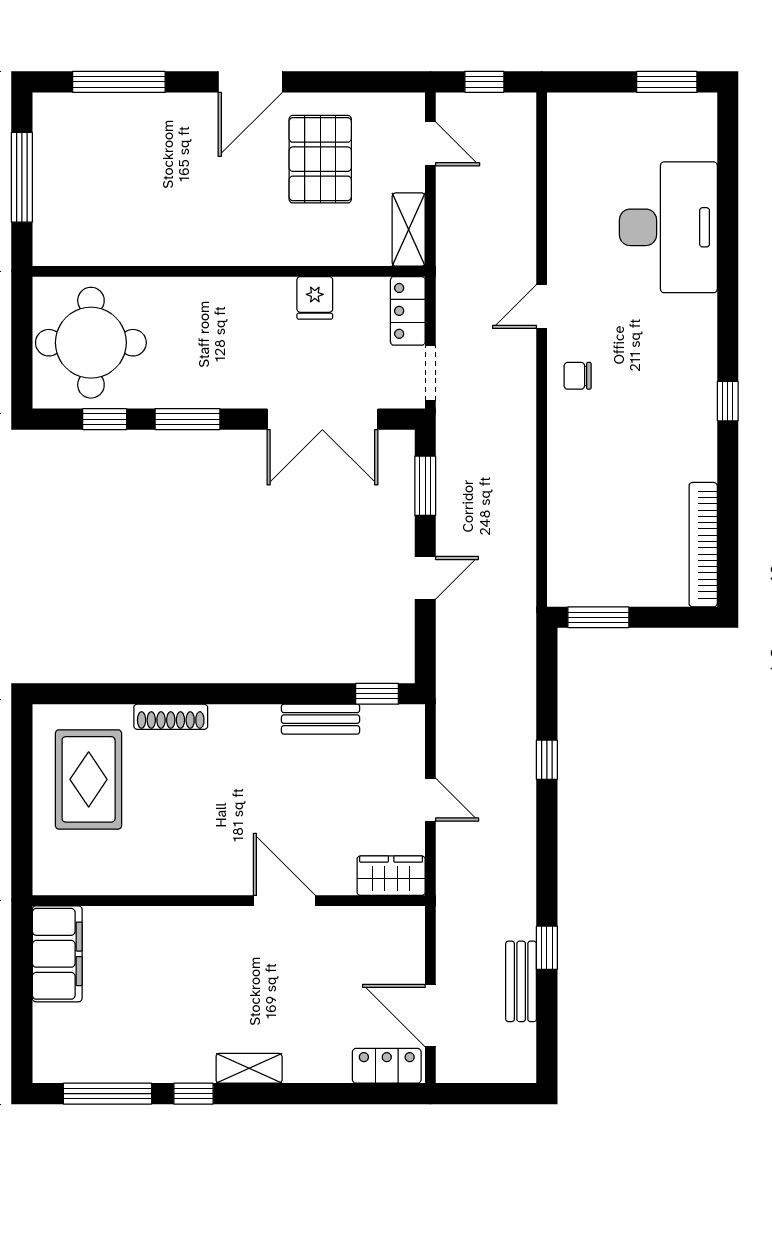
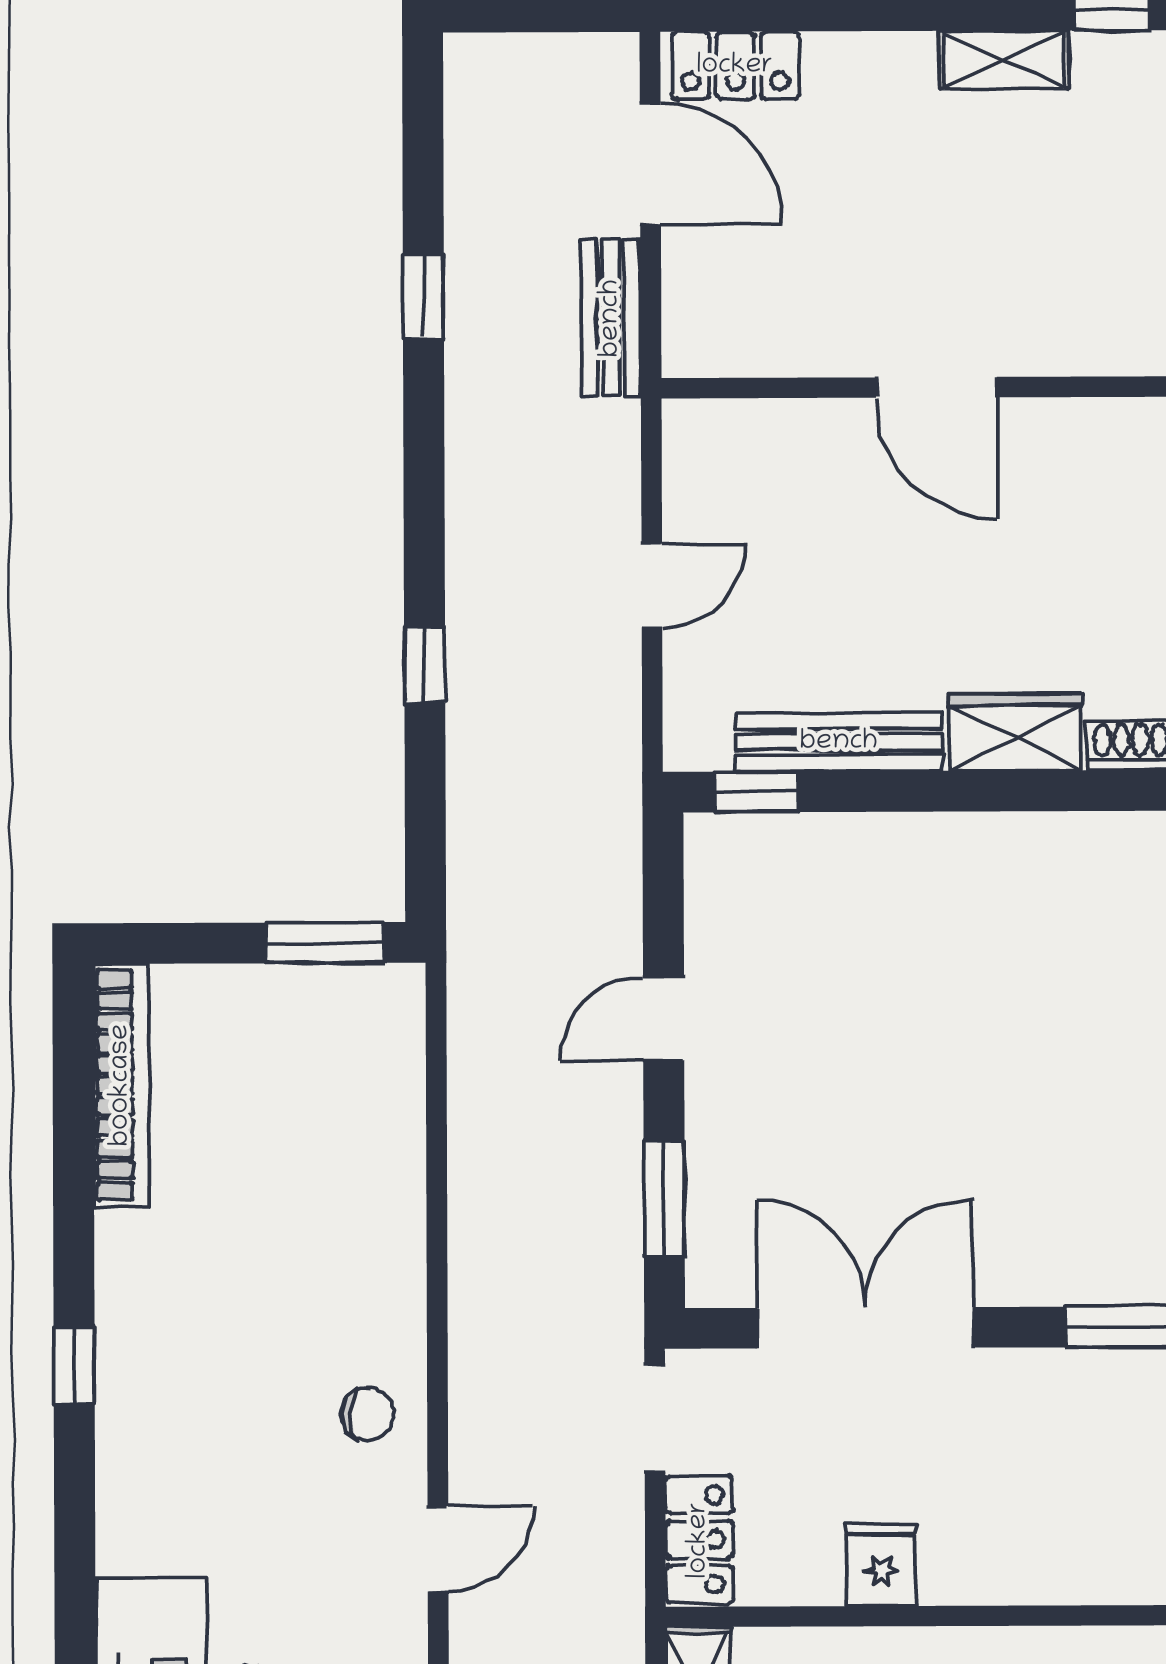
bench: (321, 719) -> (839, 742), width x1.36
door: (430, 800) -> (652, 586), swing flipped
wardrobe: (391, 876) -> (1015, 732), moved, turned 180
bench: (521, 981) -> (611, 318), moved

